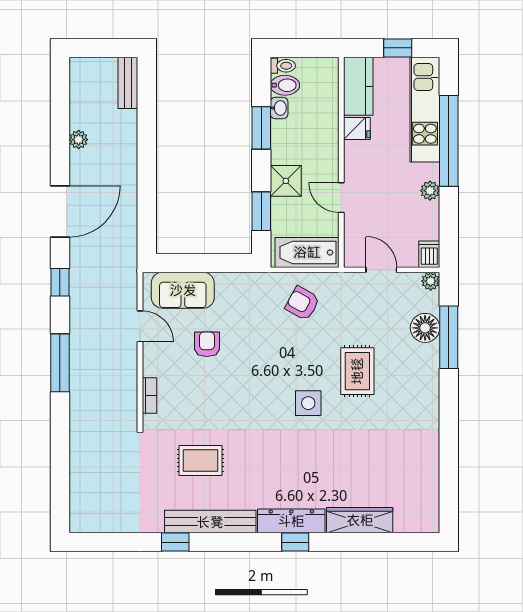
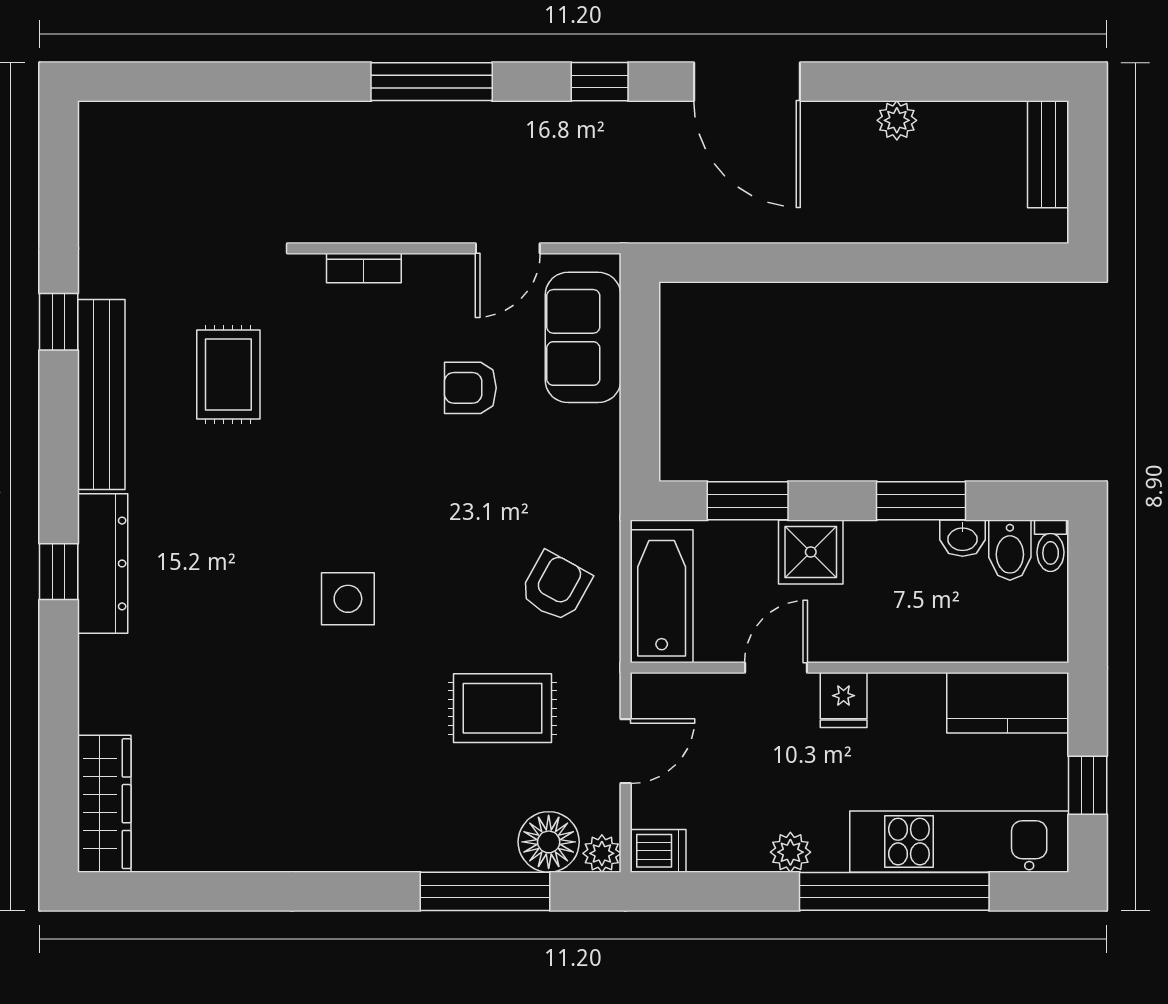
bench: (128, 83) -> (1048, 154), moved, turned 90
fridge: (357, 128) -> (844, 700), moved
floor lamp: (425, 328) -> (549, 842), moved
armchair: (207, 344) -> (470, 388), turned 180
rug: (357, 371) -> (503, 708), moved
wardrobe: (360, 520) -> (104, 804), moved

